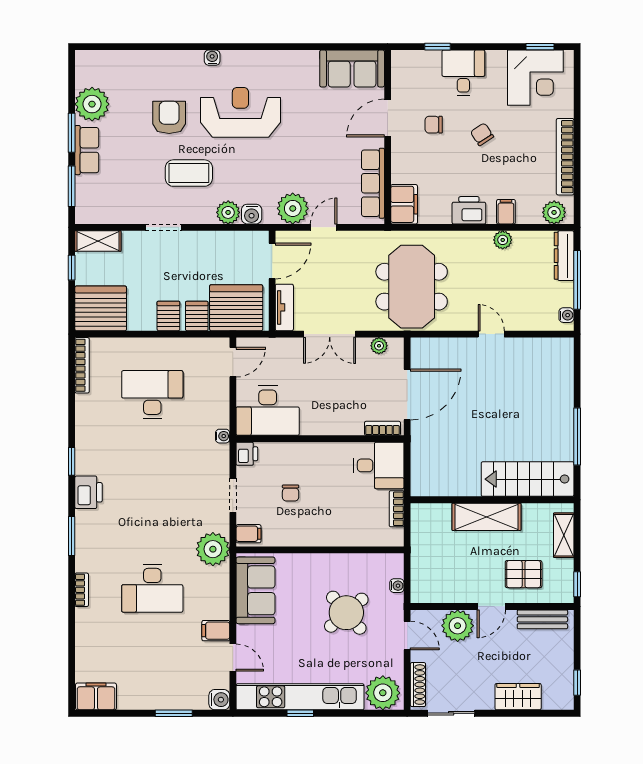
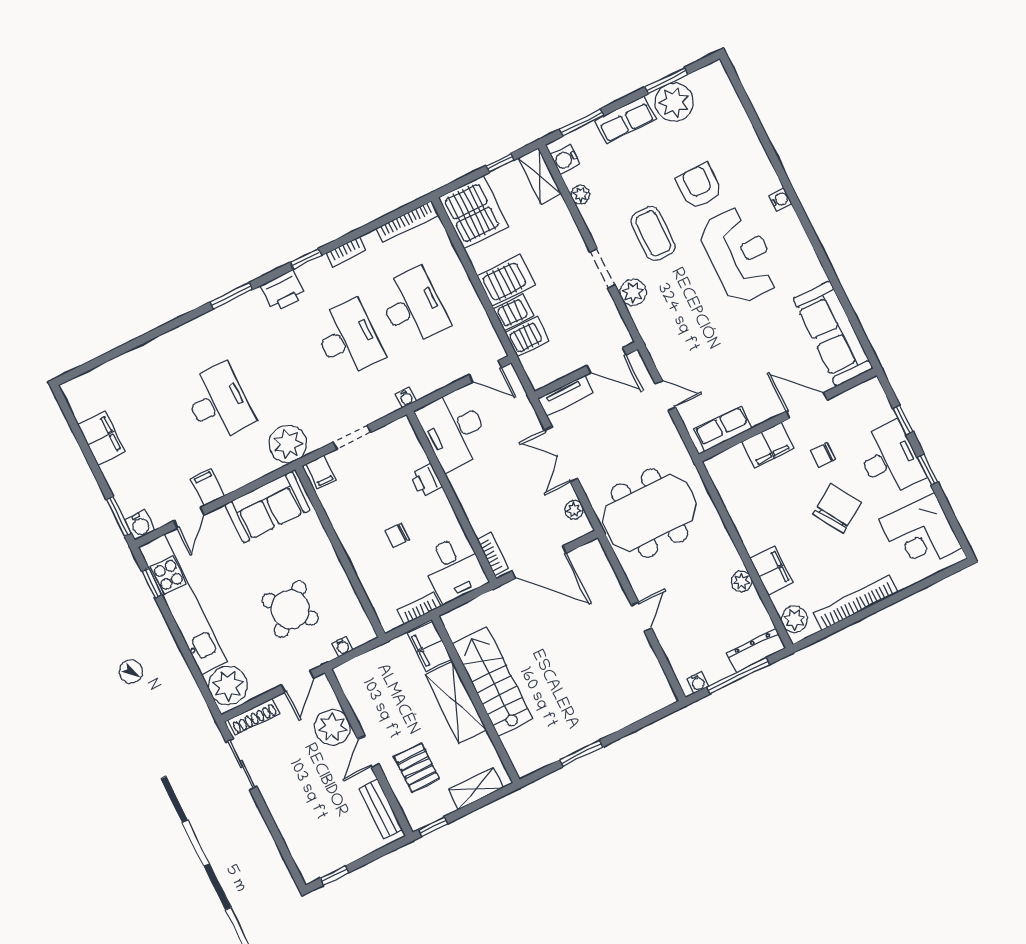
window: (540, 47) -> (927, 470), moved
sofa: (352, 68) -> (833, 334), width x1.36
desk: (463, 73) -> (890, 459), width x1.37
armchair: (169, 117) -> (699, 186), turned -90
chair: (434, 125) -> (823, 455), turned -90
window: (72, 133) -> (666, 81), moved
chair: (482, 134) -> (837, 508), width x1.87, depth x1.87
row of seats: (373, 183) -> (723, 429), width x0.68
filing cabinet: (404, 204) -> (768, 445), moved
plant: (293, 208) -> (580, 195), moved, width x0.53, depth x0.53
printer: (469, 210) -> (754, 533), removed
filing cabinet: (506, 212) -> (771, 571), width x2.00
water cooler: (252, 214) -> (565, 159), moved
doorway: (163, 227) -> (603, 269), moved
server rack: (236, 308) -> (527, 337), width x0.46, depth x0.70
server rack: (168, 316) -> (506, 281), width x1.36, depth x1.44
window: (577, 436) -> (581, 753), width x0.69
printer: (247, 454) -> (426, 480), moved, turned 90
desk: (152, 459) -> (348, 339), added
stairs: (528, 479) -> (493, 681), moved
chair: (291, 493) -> (397, 535), moved
filing cabinet: (431, 516) -> (430, 646), added
desk: (152, 588) -> (218, 403), turned 180
bookcase: (82, 590) -> (346, 252), moved
door: (491, 606) -> (368, 752), hinge flipped
filing cabinet: (96, 696) -> (101, 438), moved
wardrobe: (518, 697) -> (291, 823), removed
window: (174, 713) -> (119, 516), moved
window: (300, 713) -> (152, 583), moved

